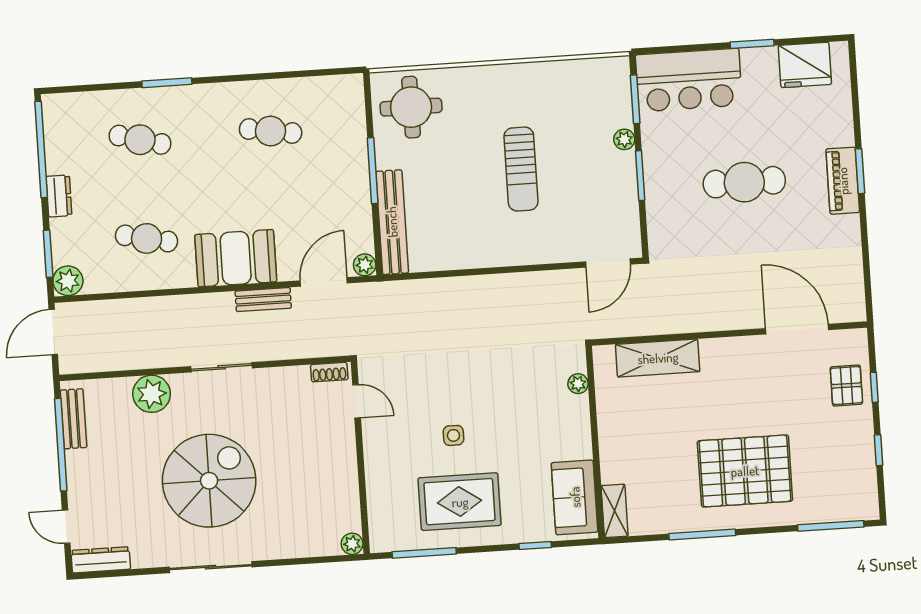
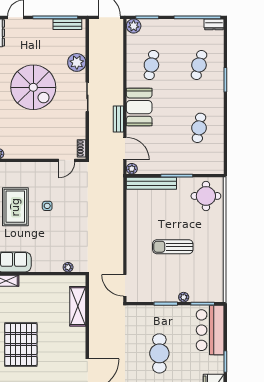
dresser: (59, 196) -> (214, 24), moved

